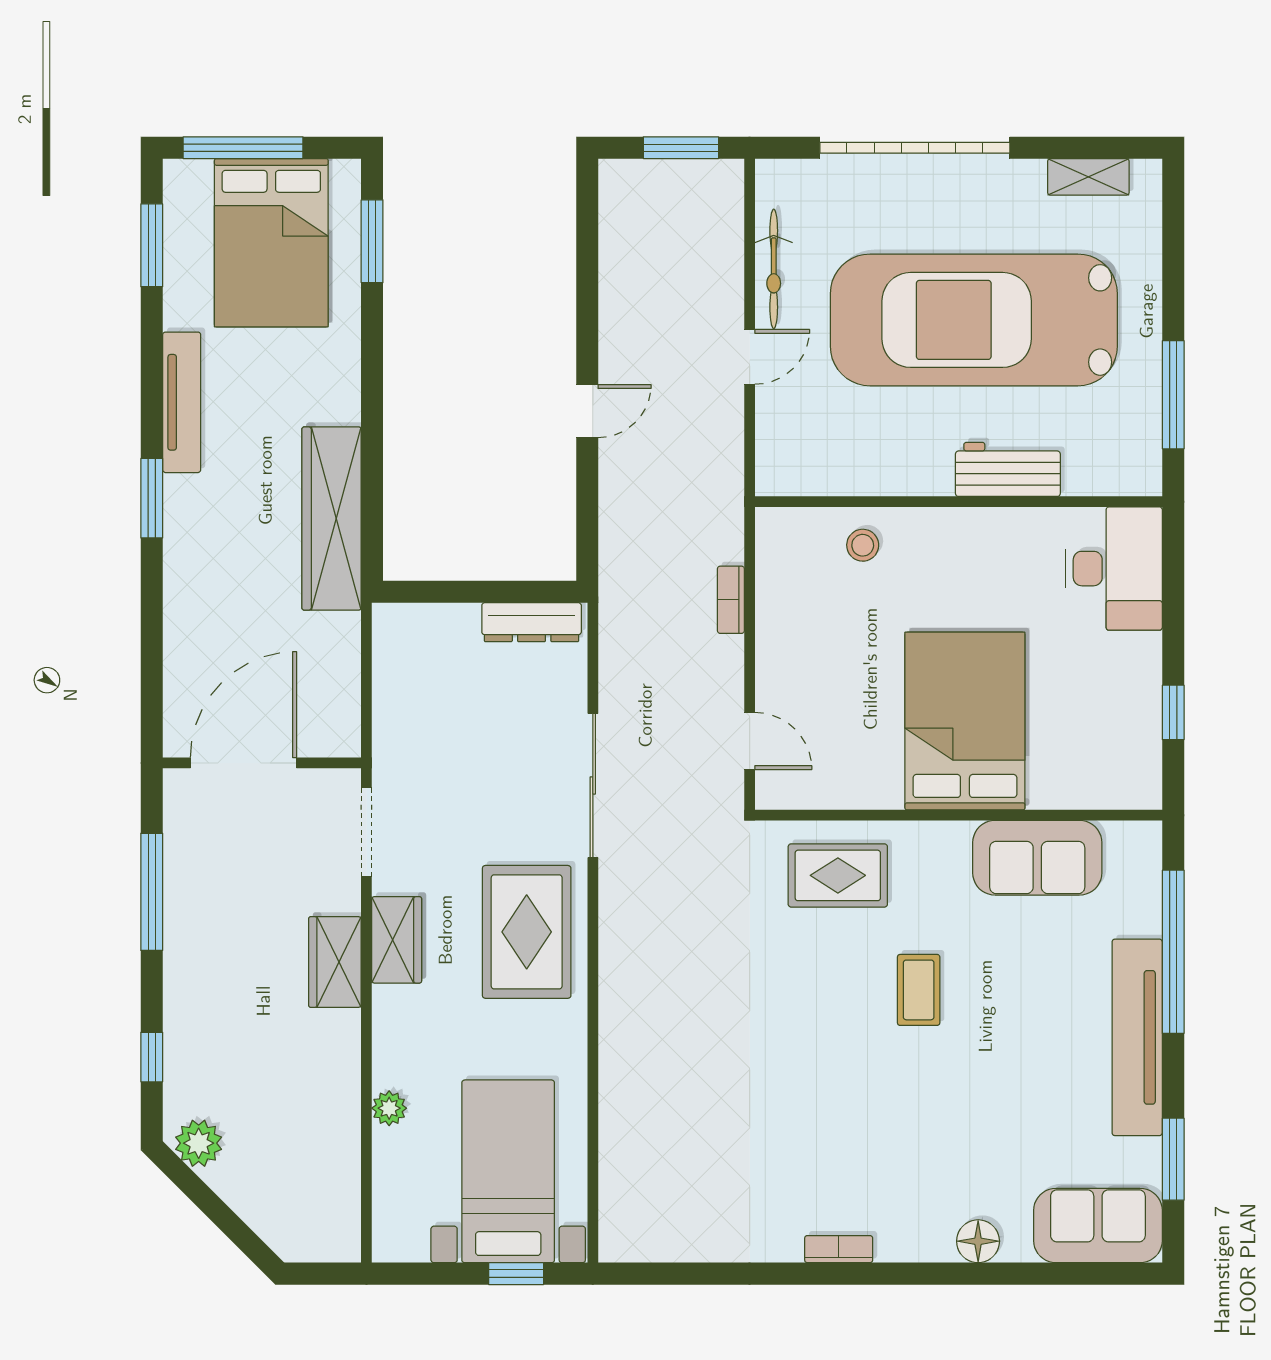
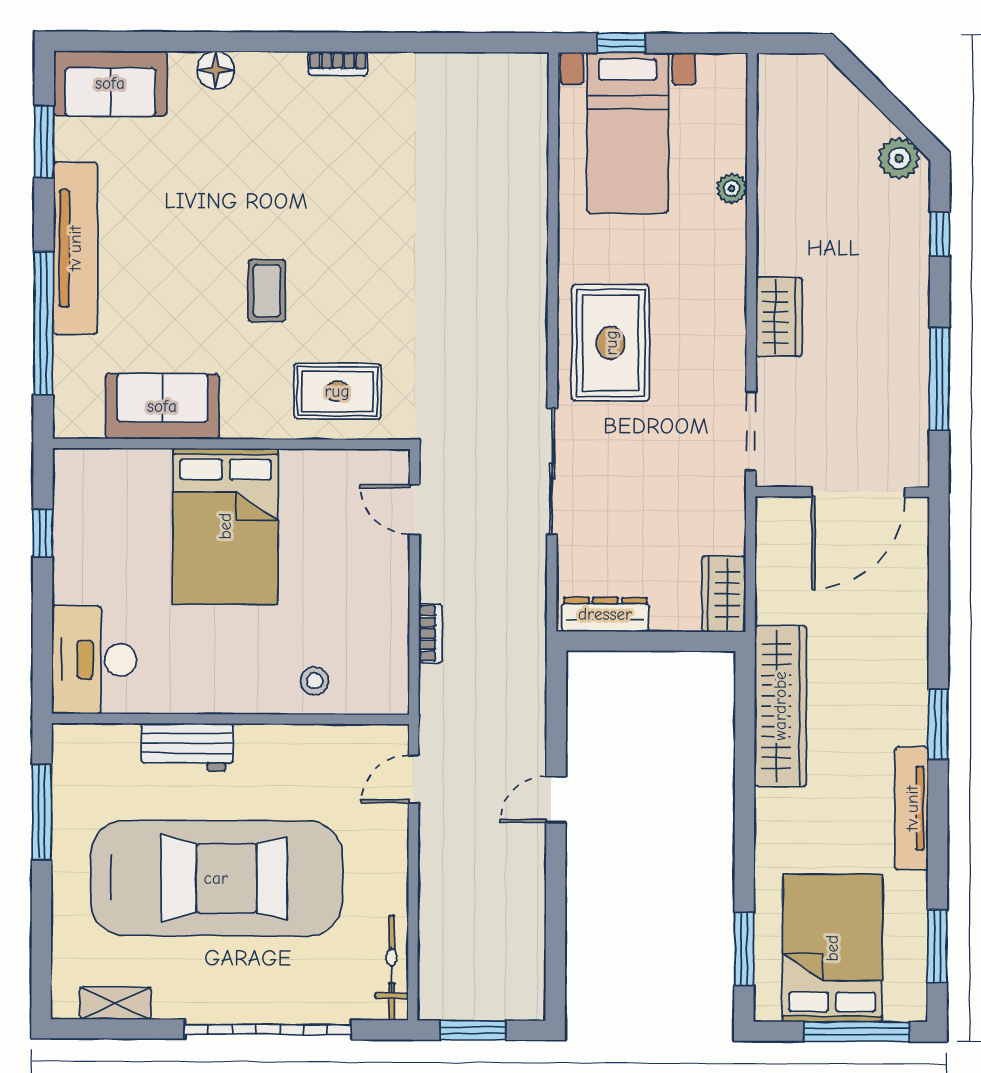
bicycle: (774, 269) -> (392, 968), moved
door: (750, 357) -> (414, 779), moved
wardrobe: (397, 940) -> (724, 594), moved

